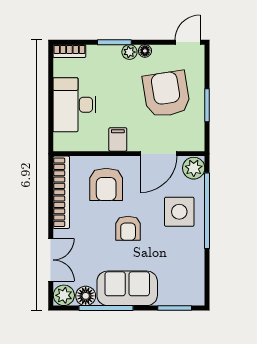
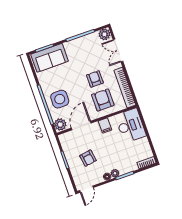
armchair: (166, 94) -> (88, 158), width x0.53, depth x0.53
desk: (74, 105) -> (130, 126), moved
armchair: (128, 228) -> (95, 79), moved
sofa: (127, 288) -> (50, 58), moved
floor lamp: (86, 296) -> (93, 38), removed

